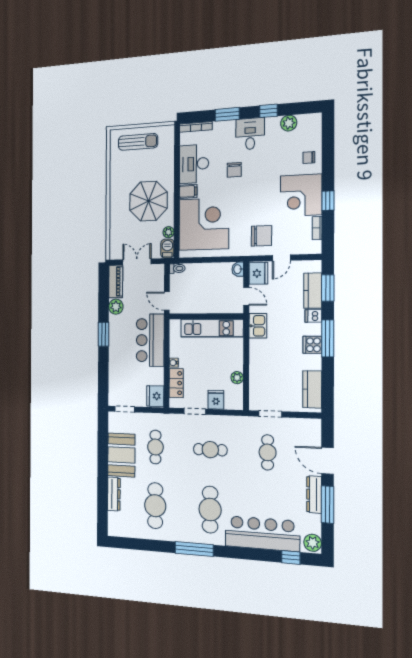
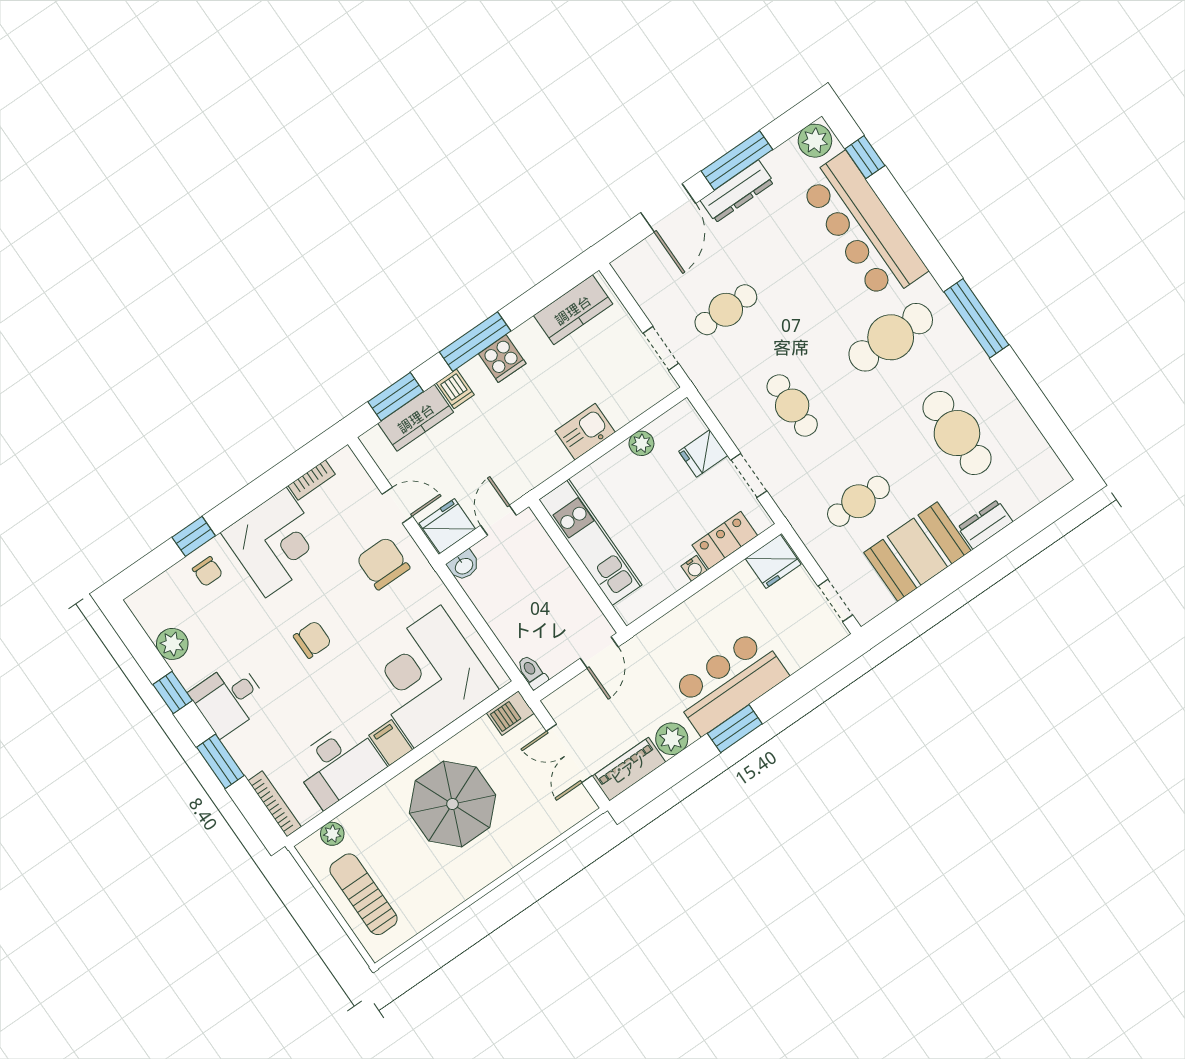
chair: (234, 170) -> (312, 639), moved
window: (328, 201) -> (194, 536), moved
plant: (168, 232) -> (332, 834), moved
kitchen sink: (258, 326) -> (585, 432), moved
bar counter: (150, 340) -> (729, 682), moved, turned 180
dresser: (114, 494) -> (985, 524), width x0.70
cafe table: (155, 506) -> (957, 433), turned 90

